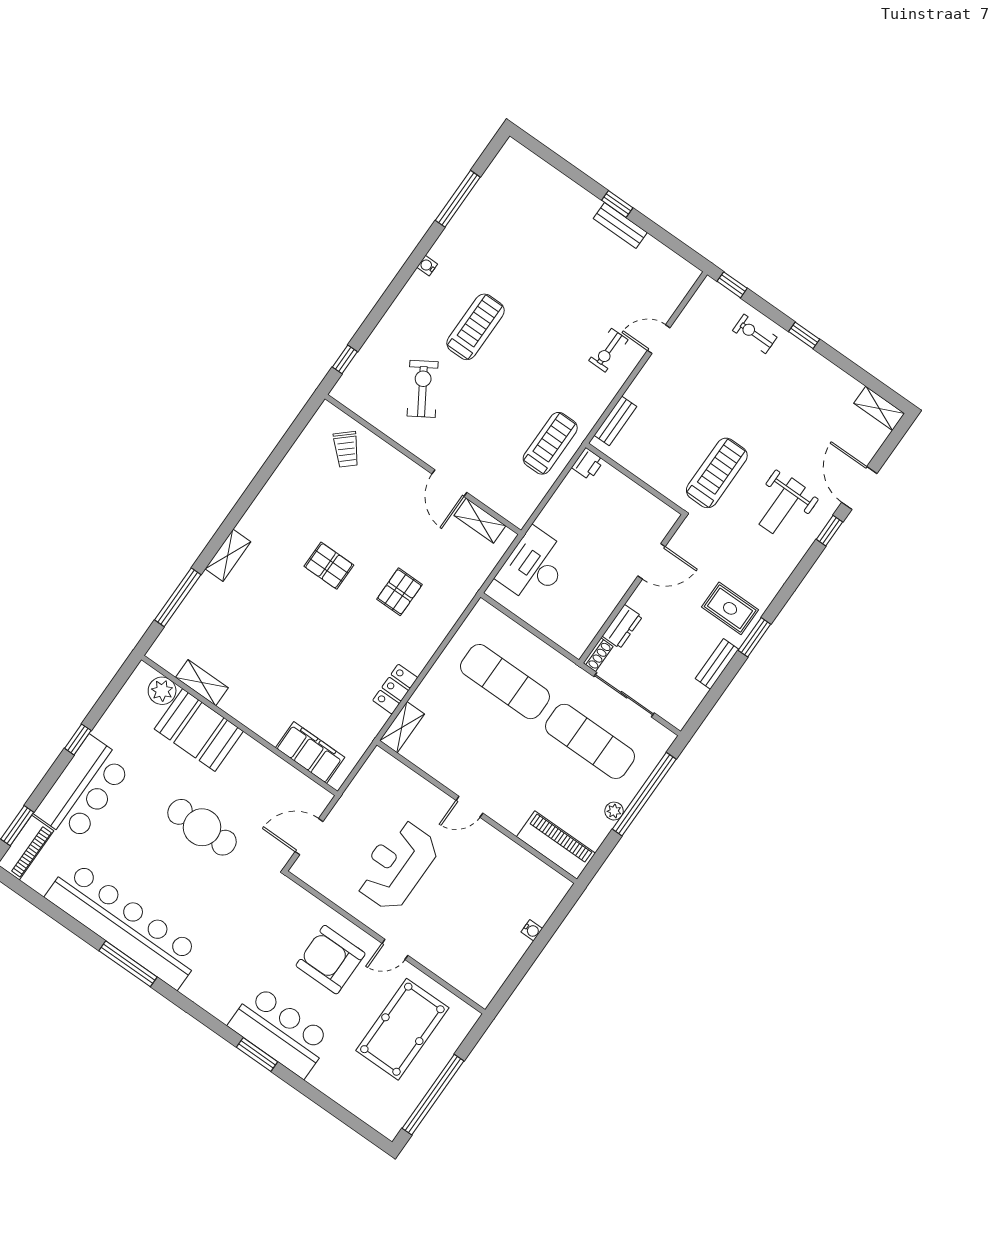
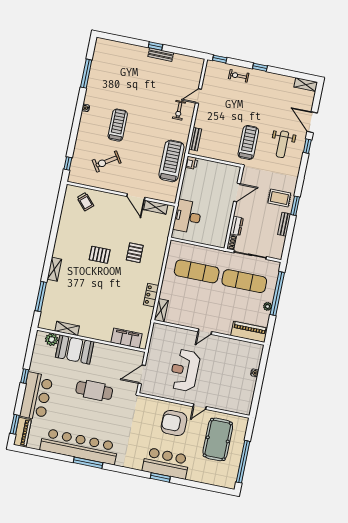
exercise bike: (423, 389) -> (107, 161), turned -91
treadmill: (550, 443) -> (171, 161), width x1.37, depth x1.38

